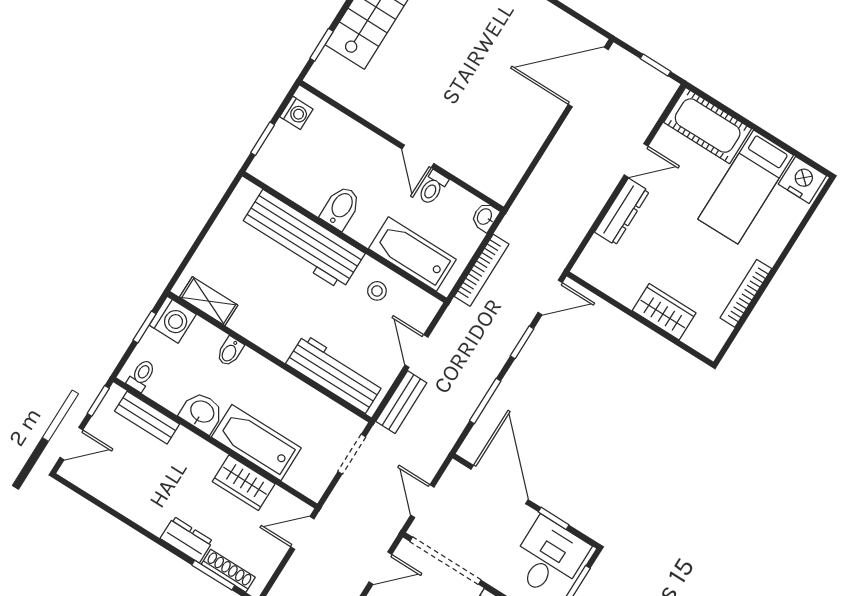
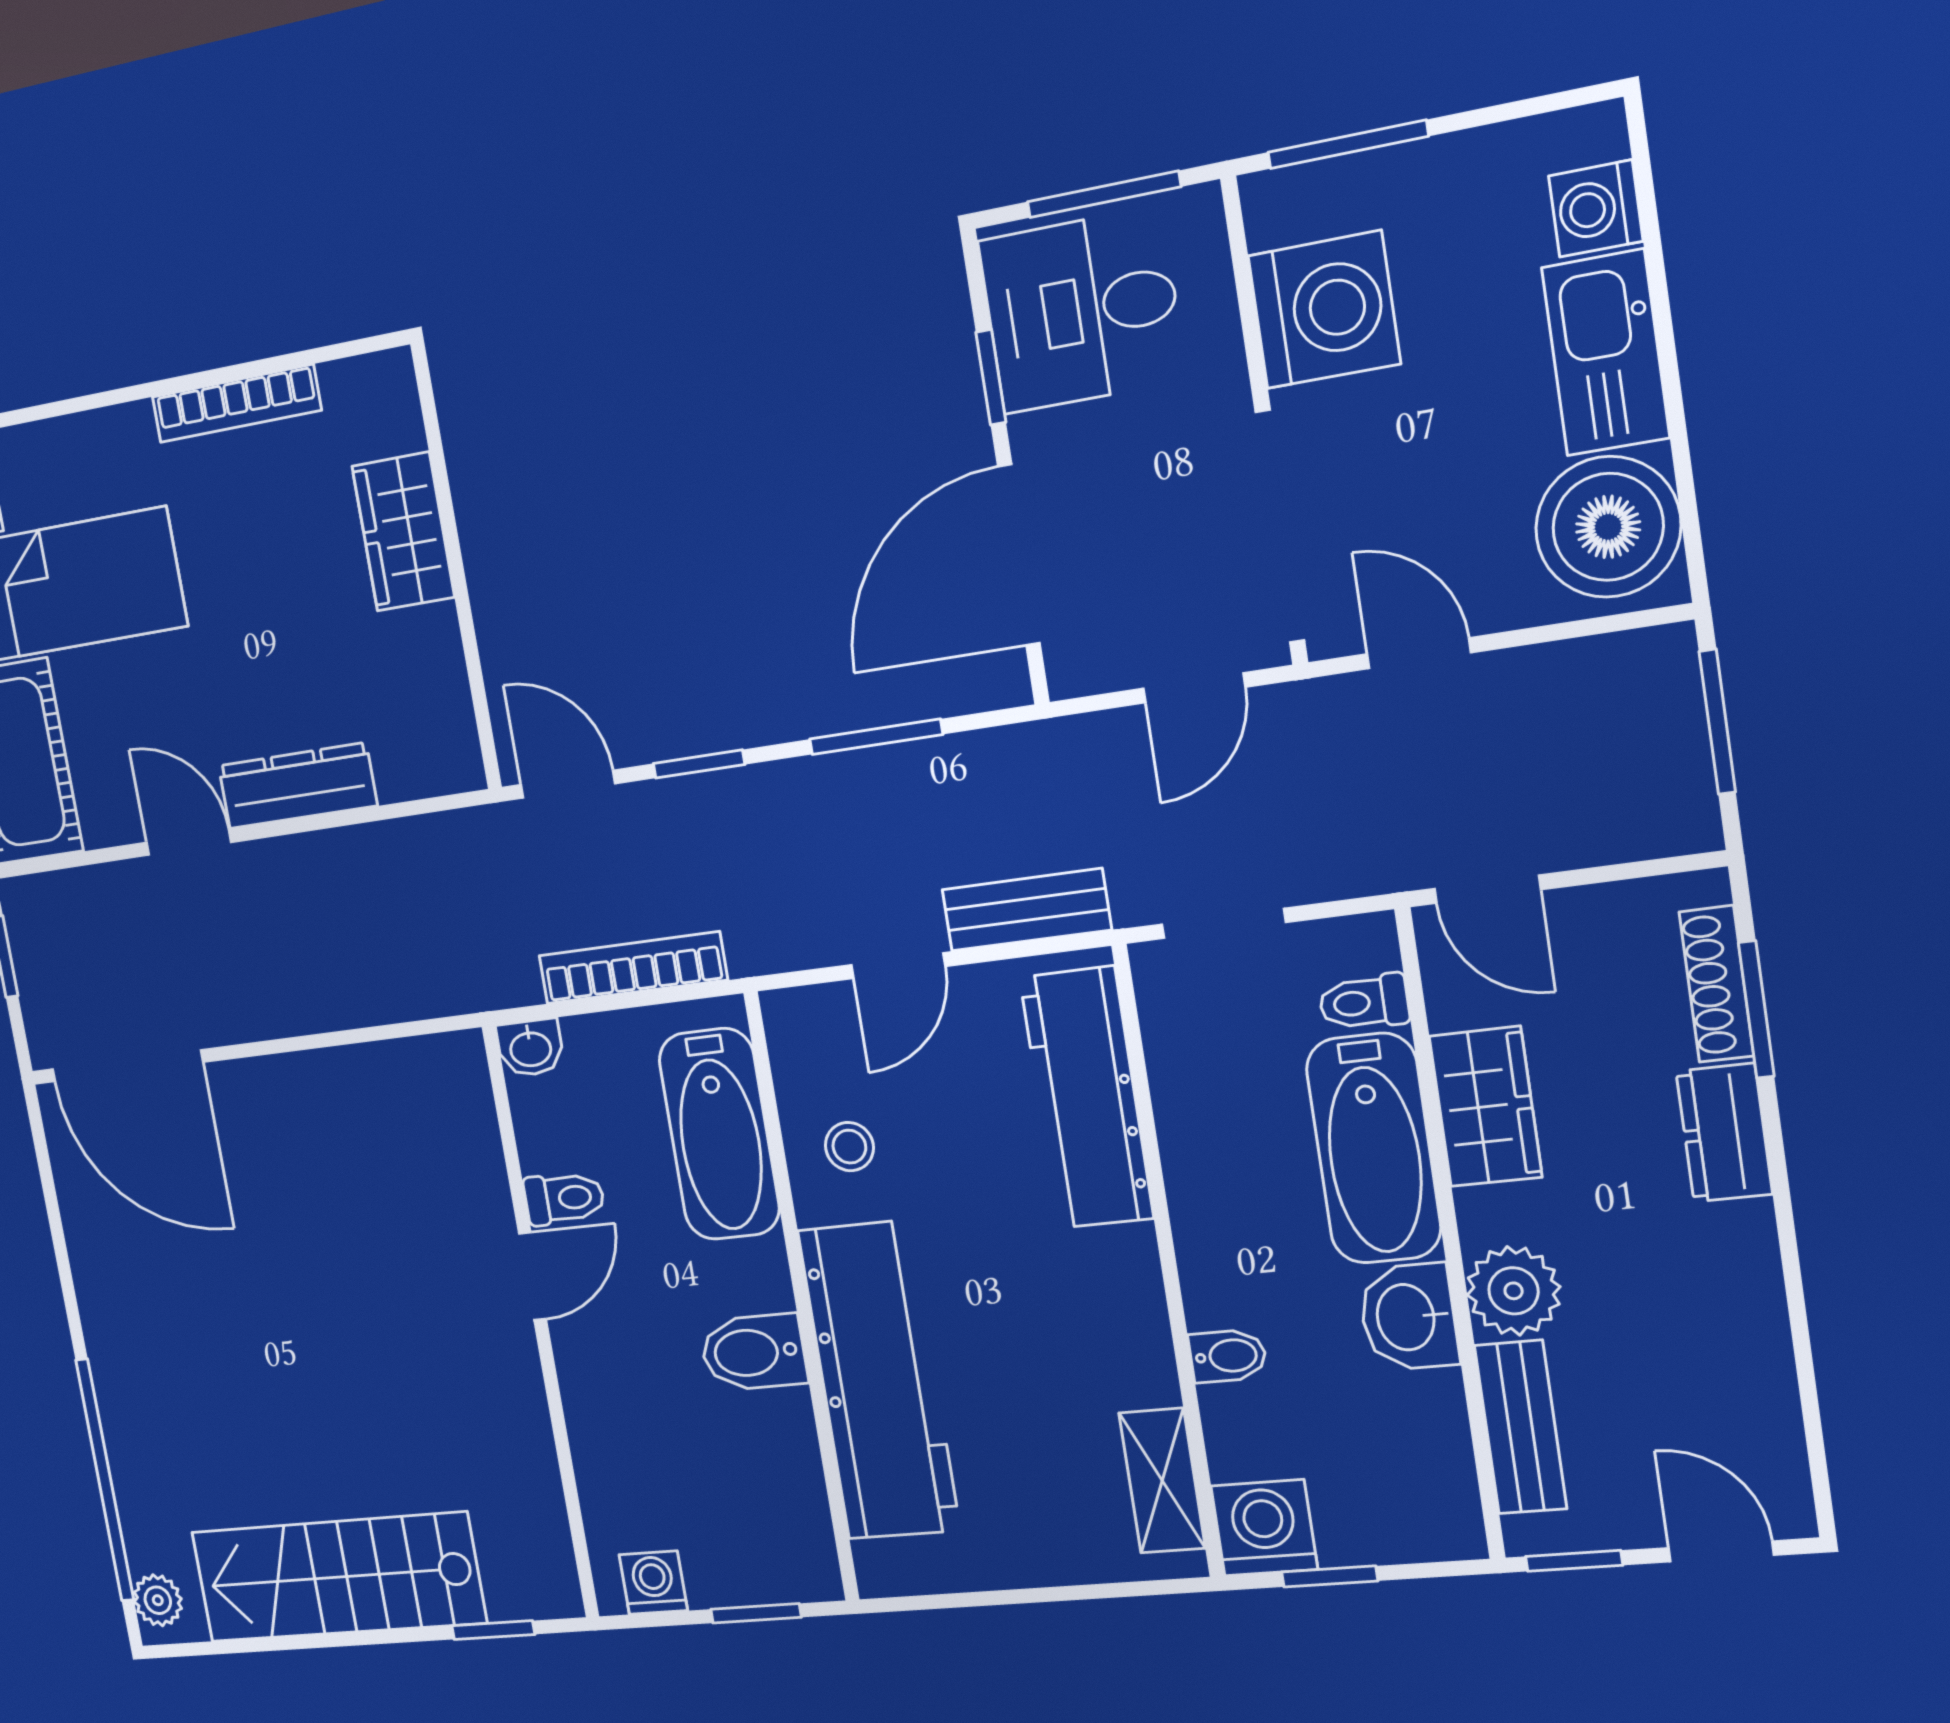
toilet: (141, 375) -> (1364, 1002), moved
plant: (187, 448) -> (1514, 1291), added

